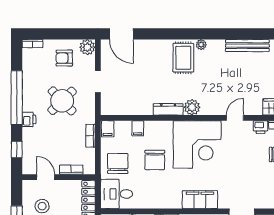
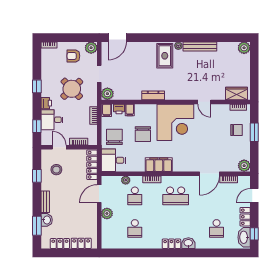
door: (121, 34) -> (117, 38), hinge flipped
bench: (247, 46) -> (200, 46), moved
window: (17, 98) -> (37, 86), width x0.32
plant: (192, 107) -> (107, 94), moved
door: (235, 118) -> (204, 102), swing flipped
printer: (260, 127) -> (119, 109), moved
desk: (36, 141) -> (52, 120), added
filing cabinet: (200, 200) -> (159, 165), moved

